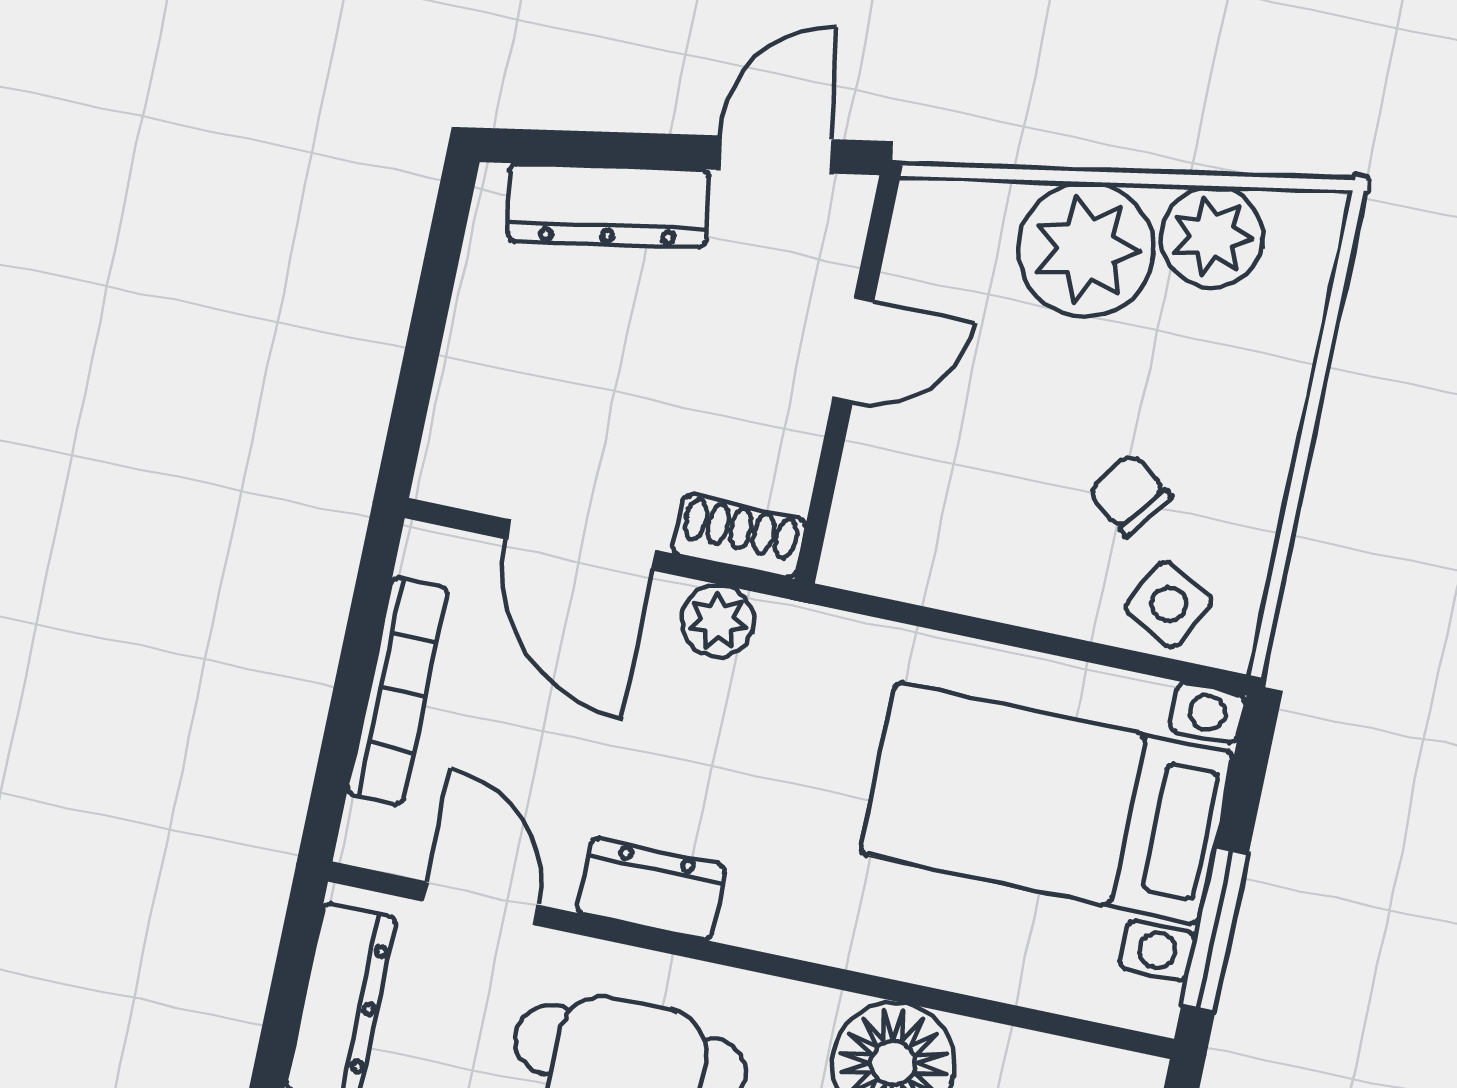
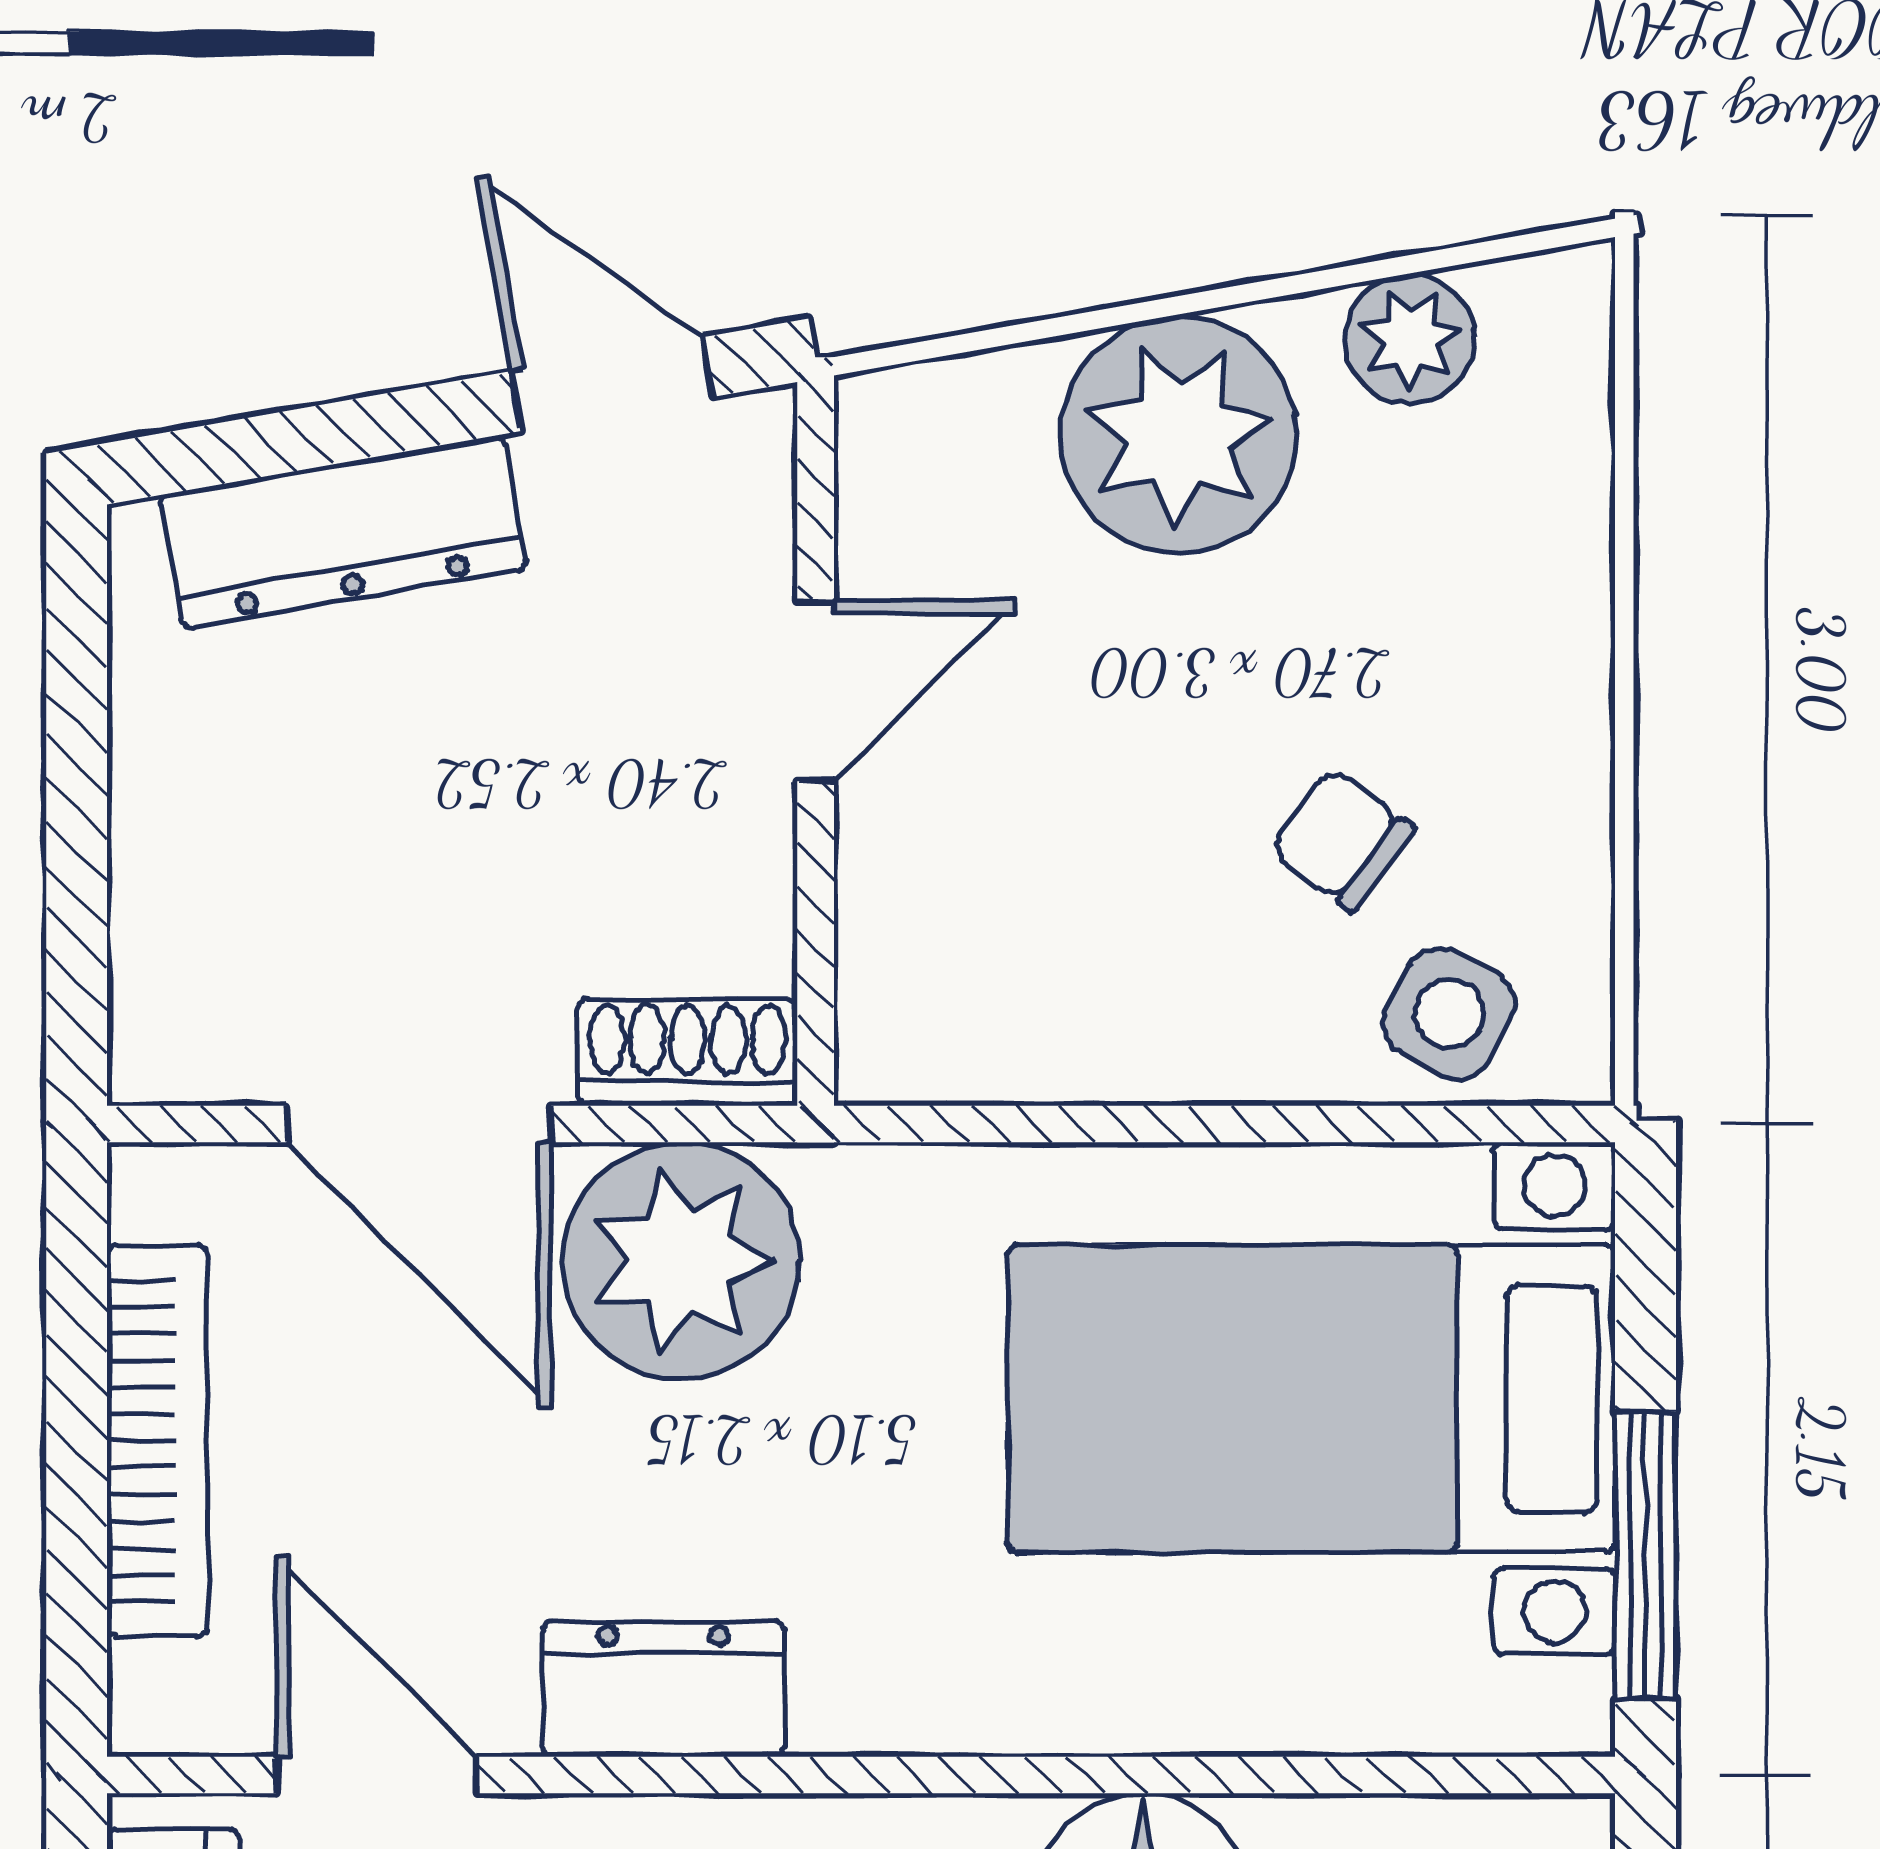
door: (776, 155) -> (612, 384), hinge flipped
plant: (1212, 237) -> (1410, 339), width x0.73, depth x0.73
plant: (718, 621) -> (681, 1261), width x1.87, depth x1.87

